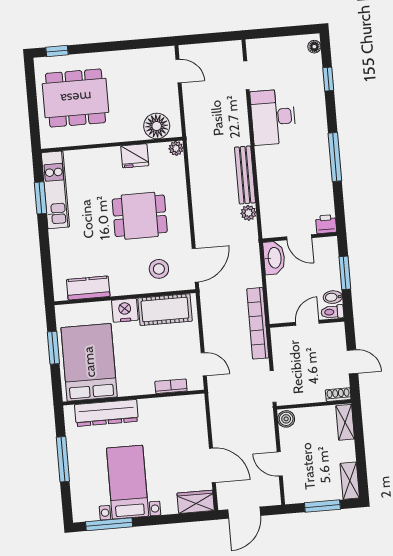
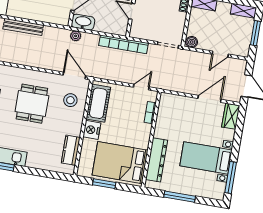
plant: (248, 213) -> (76, 36), moved

